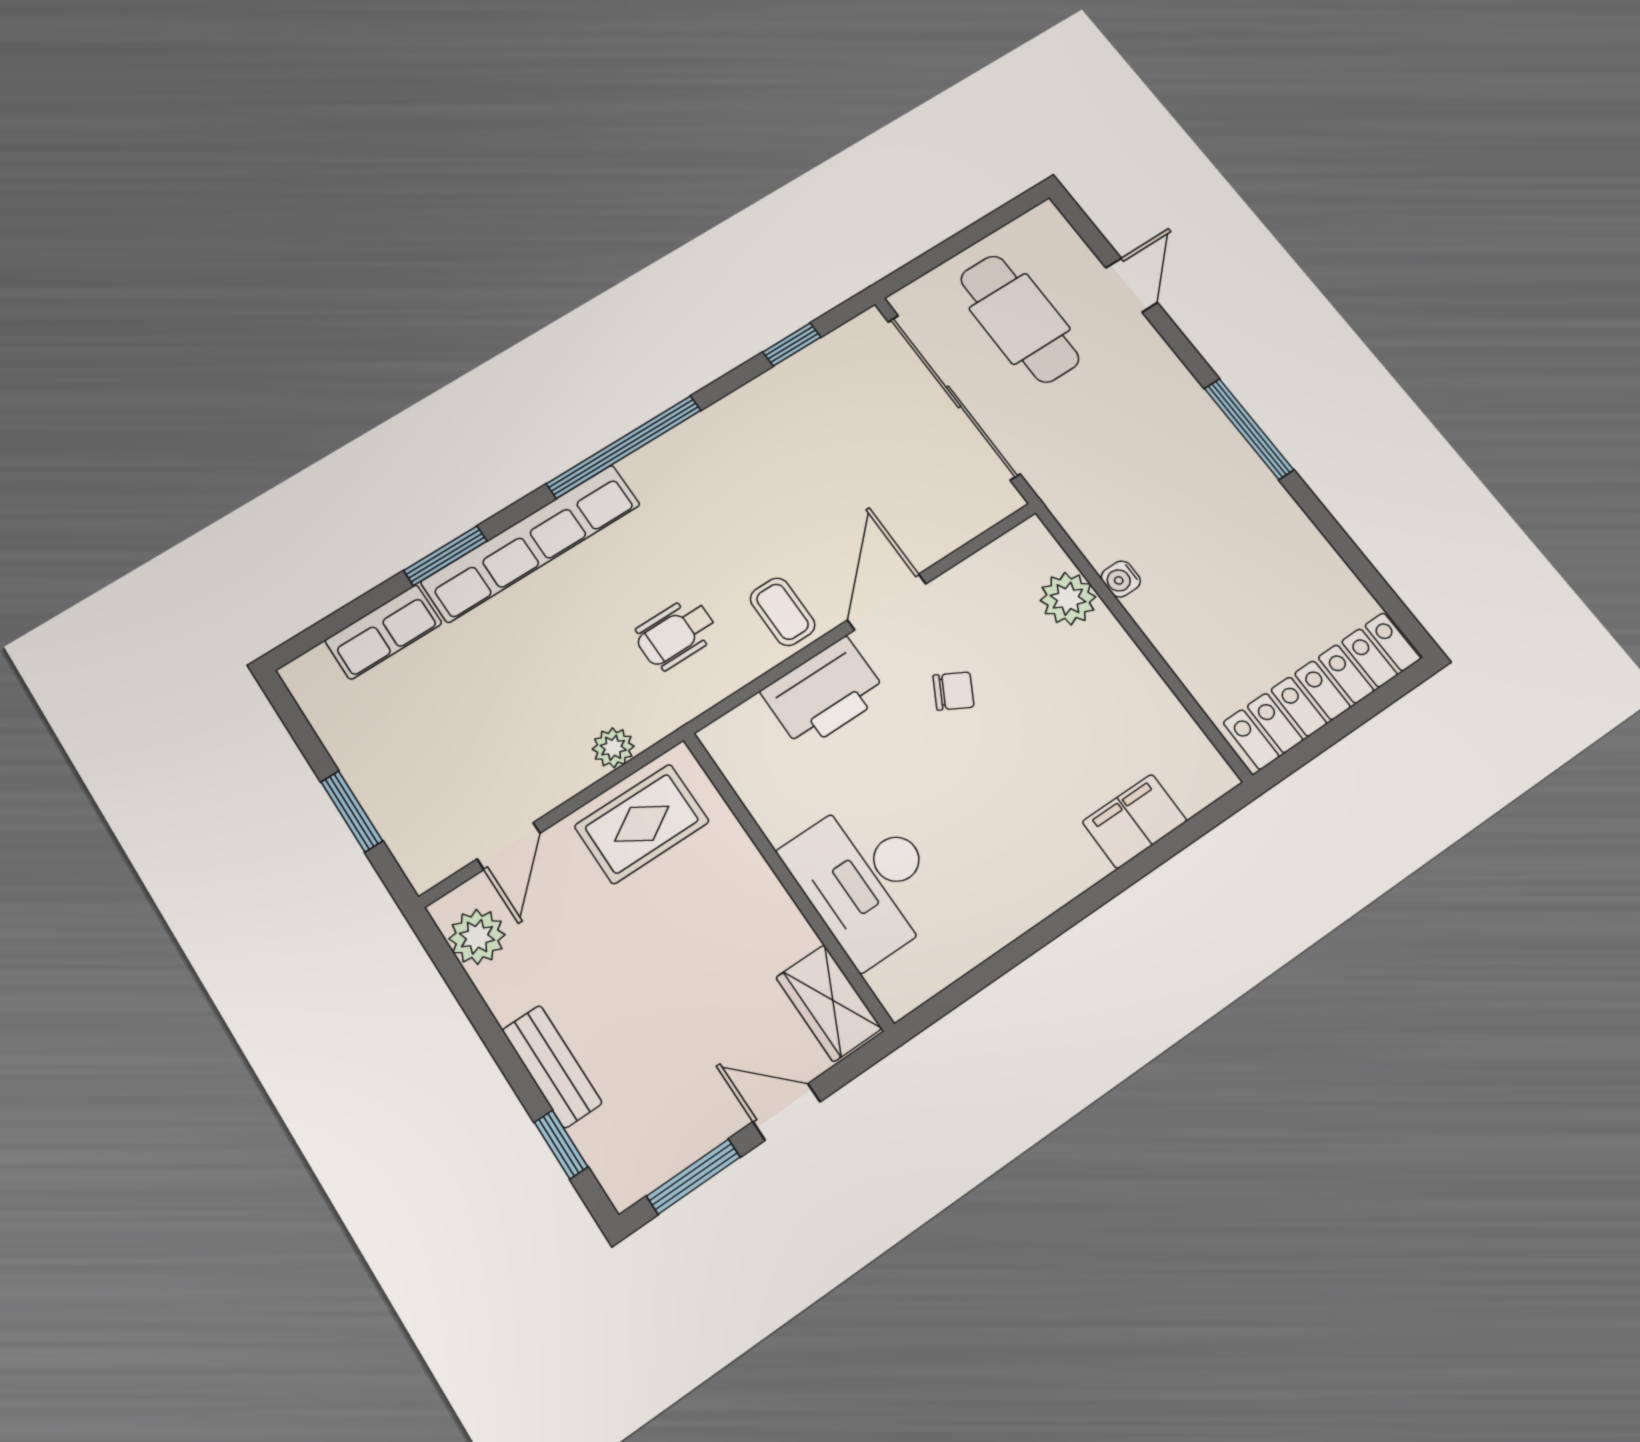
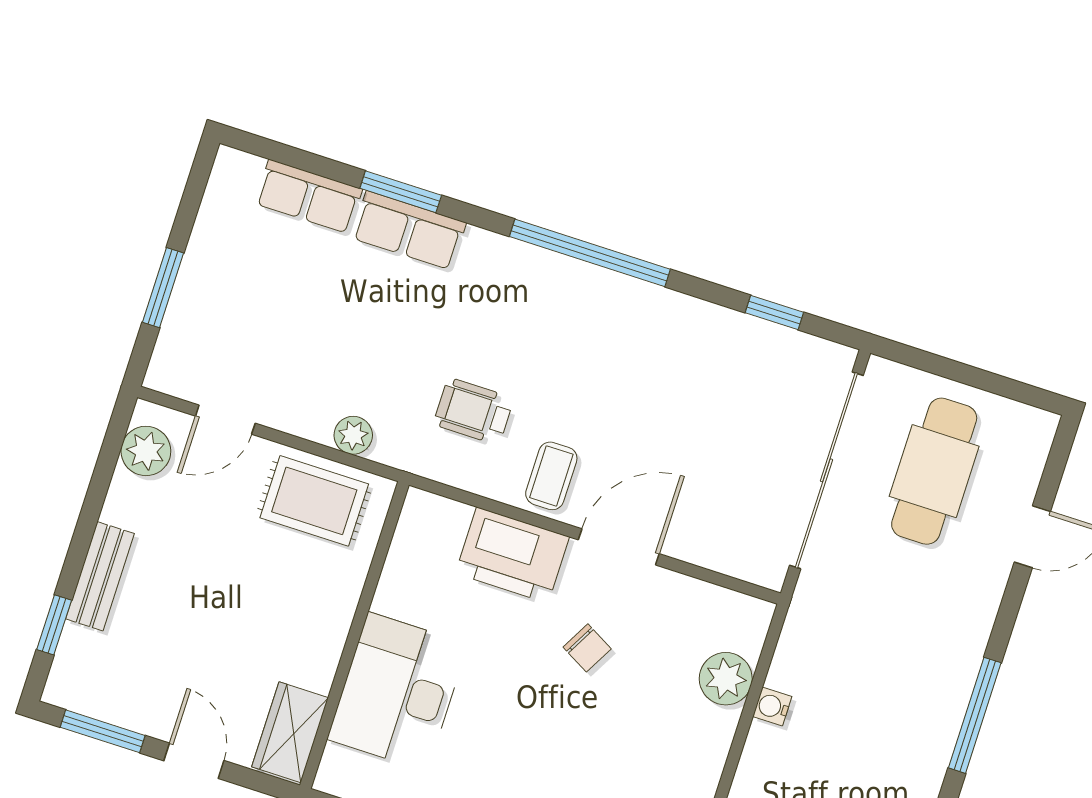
row of seats: (531, 543) -> (409, 230), width x0.50

